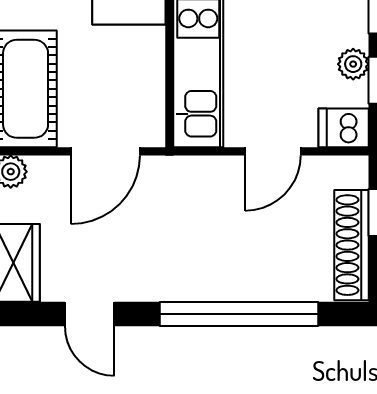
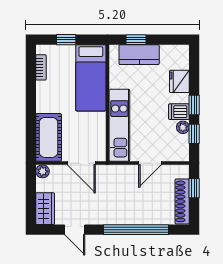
dishwasher: (344, 128) -> (179, 112), moved
door: (105, 151) -> (81, 163), hinge flipped

